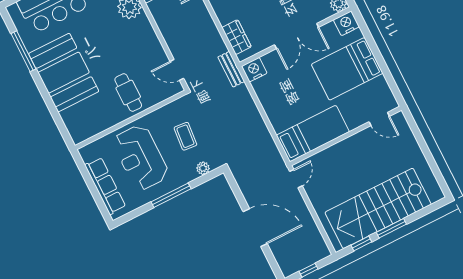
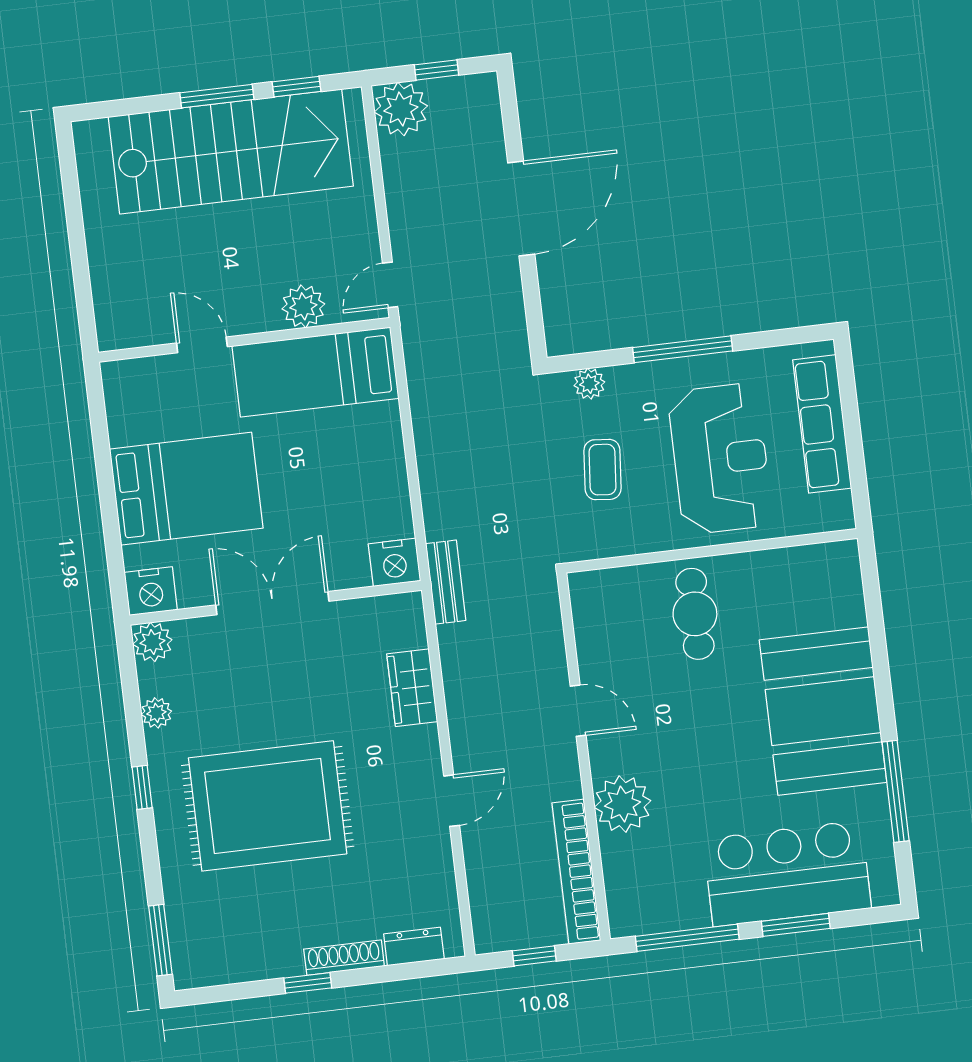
wardrobe: (237, 37) -> (412, 688), moved
door: (177, 70) -> (578, 711), moved
door: (379, 119) -> (202, 345), moved
plant: (327, 158) -> (303, 306), added
door: (255, 228) -> (521, 209), swing flipped
plant: (317, 250) -> (401, 109), added

